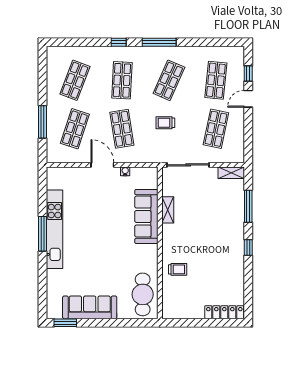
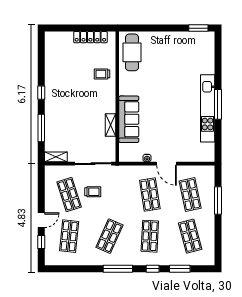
window: (87, 42) -> (180, 269), added
shop shelf: (75, 80) -> (190, 236), turned -36
trolley: (165, 123) -> (93, 192), moved
shop shelf: (75, 129) -> (190, 195), turned -30
shop shelf: (216, 129) -> (69, 195), turned -30
sofa: (90, 307) -> (177, 41), removed
locker: (224, 312) -> (90, 37), moved

